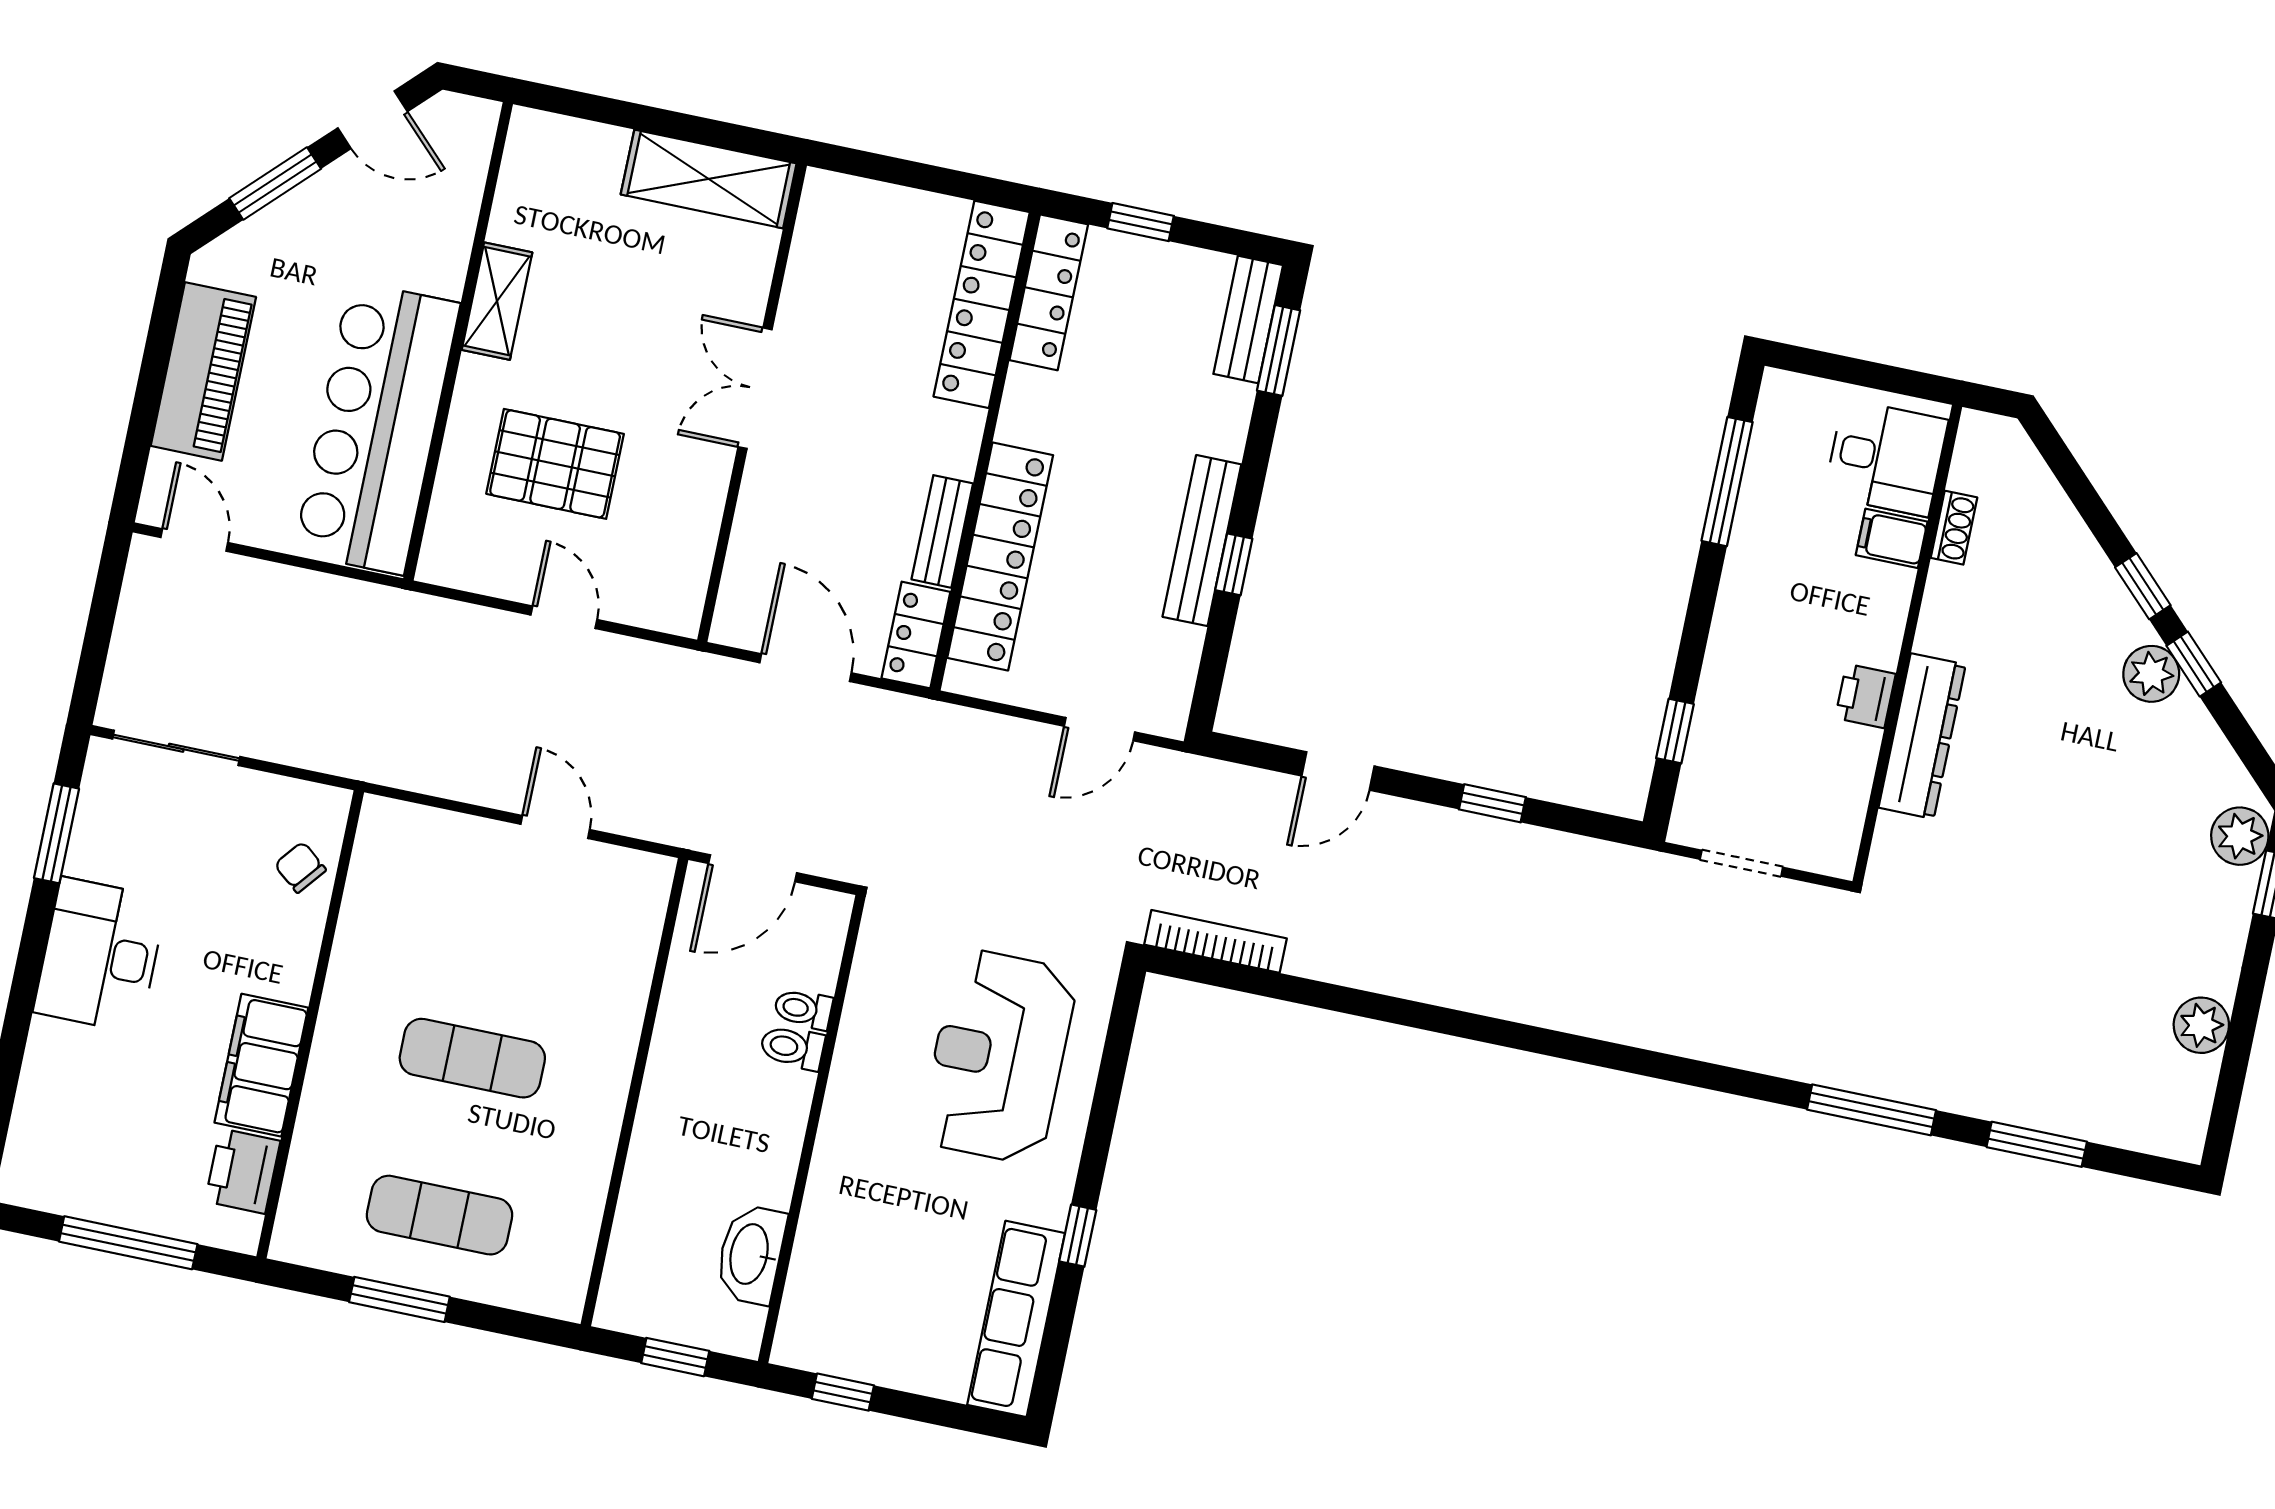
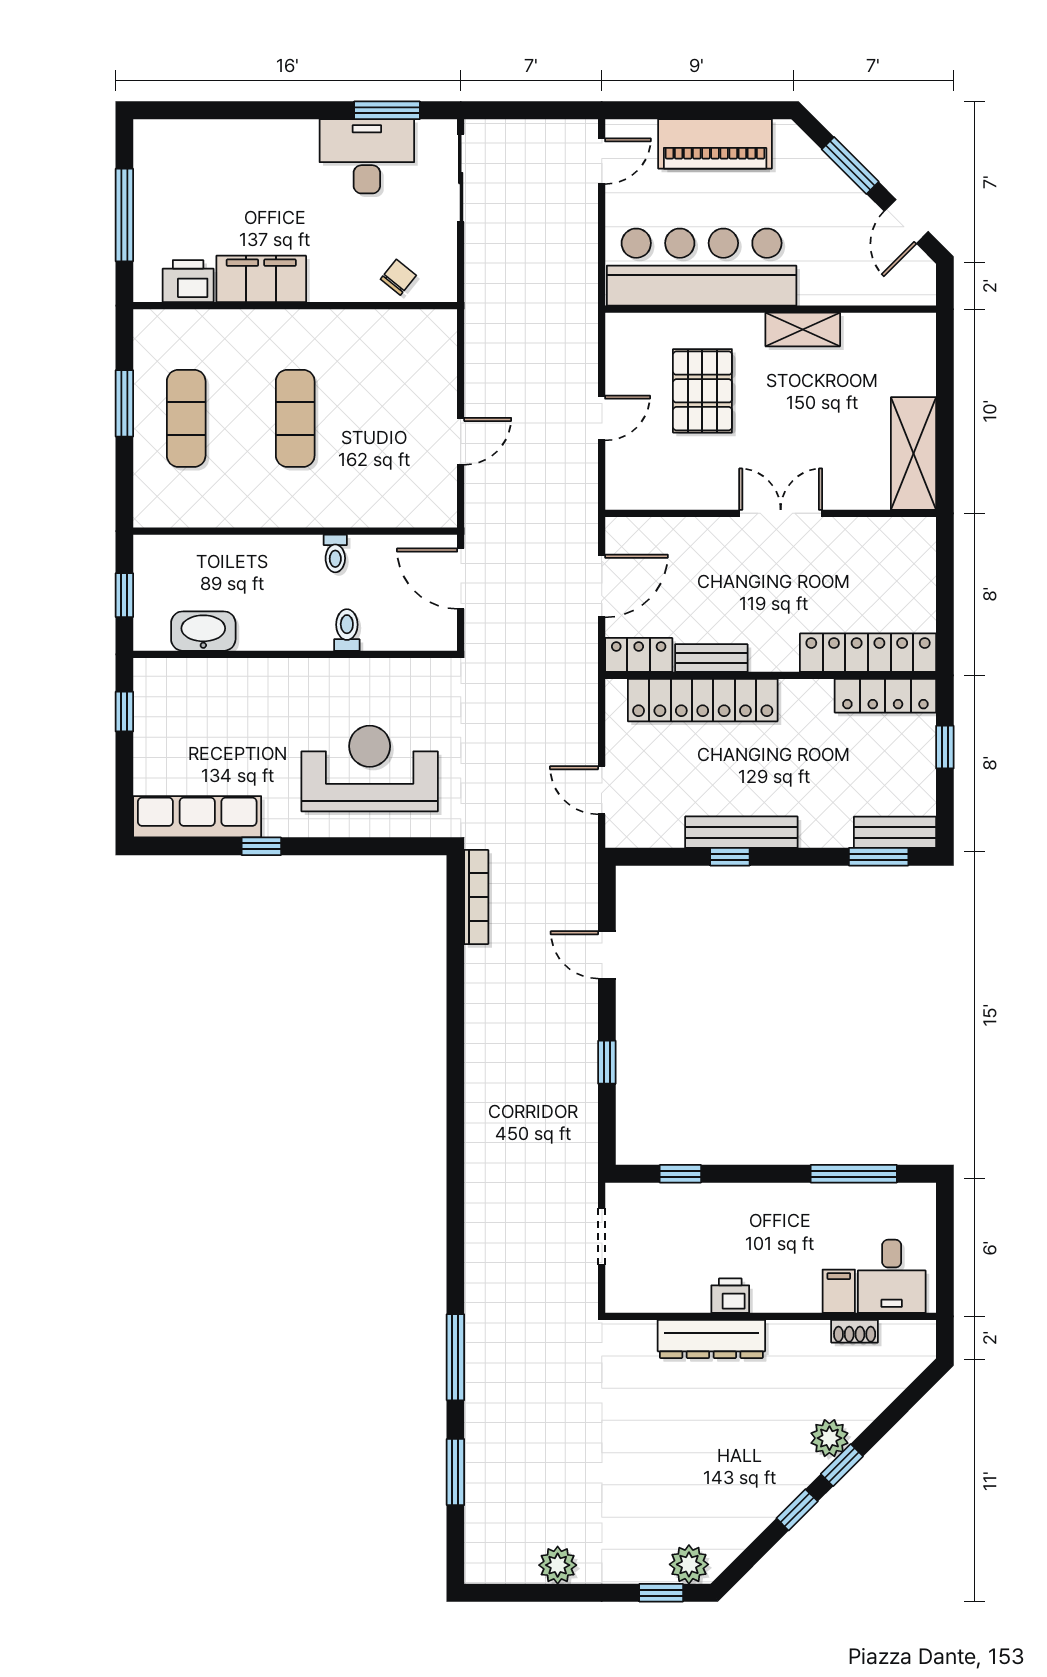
plant: (2151, 674) -> (829, 1438), moved
desk: (100, 955) -> (367, 156), moved
toilet: (803, 1009) -> (335, 553), moved, turned 180

